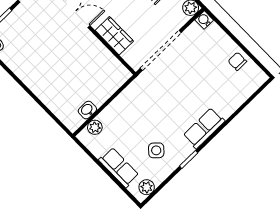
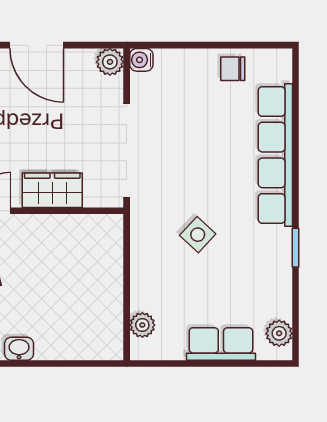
washbasin: (87, 110) -> (19, 349), moved, turned 90
row of seats: (204, 128) -> (275, 155), width x2.02
side table: (156, 150) -> (198, 235), moved

